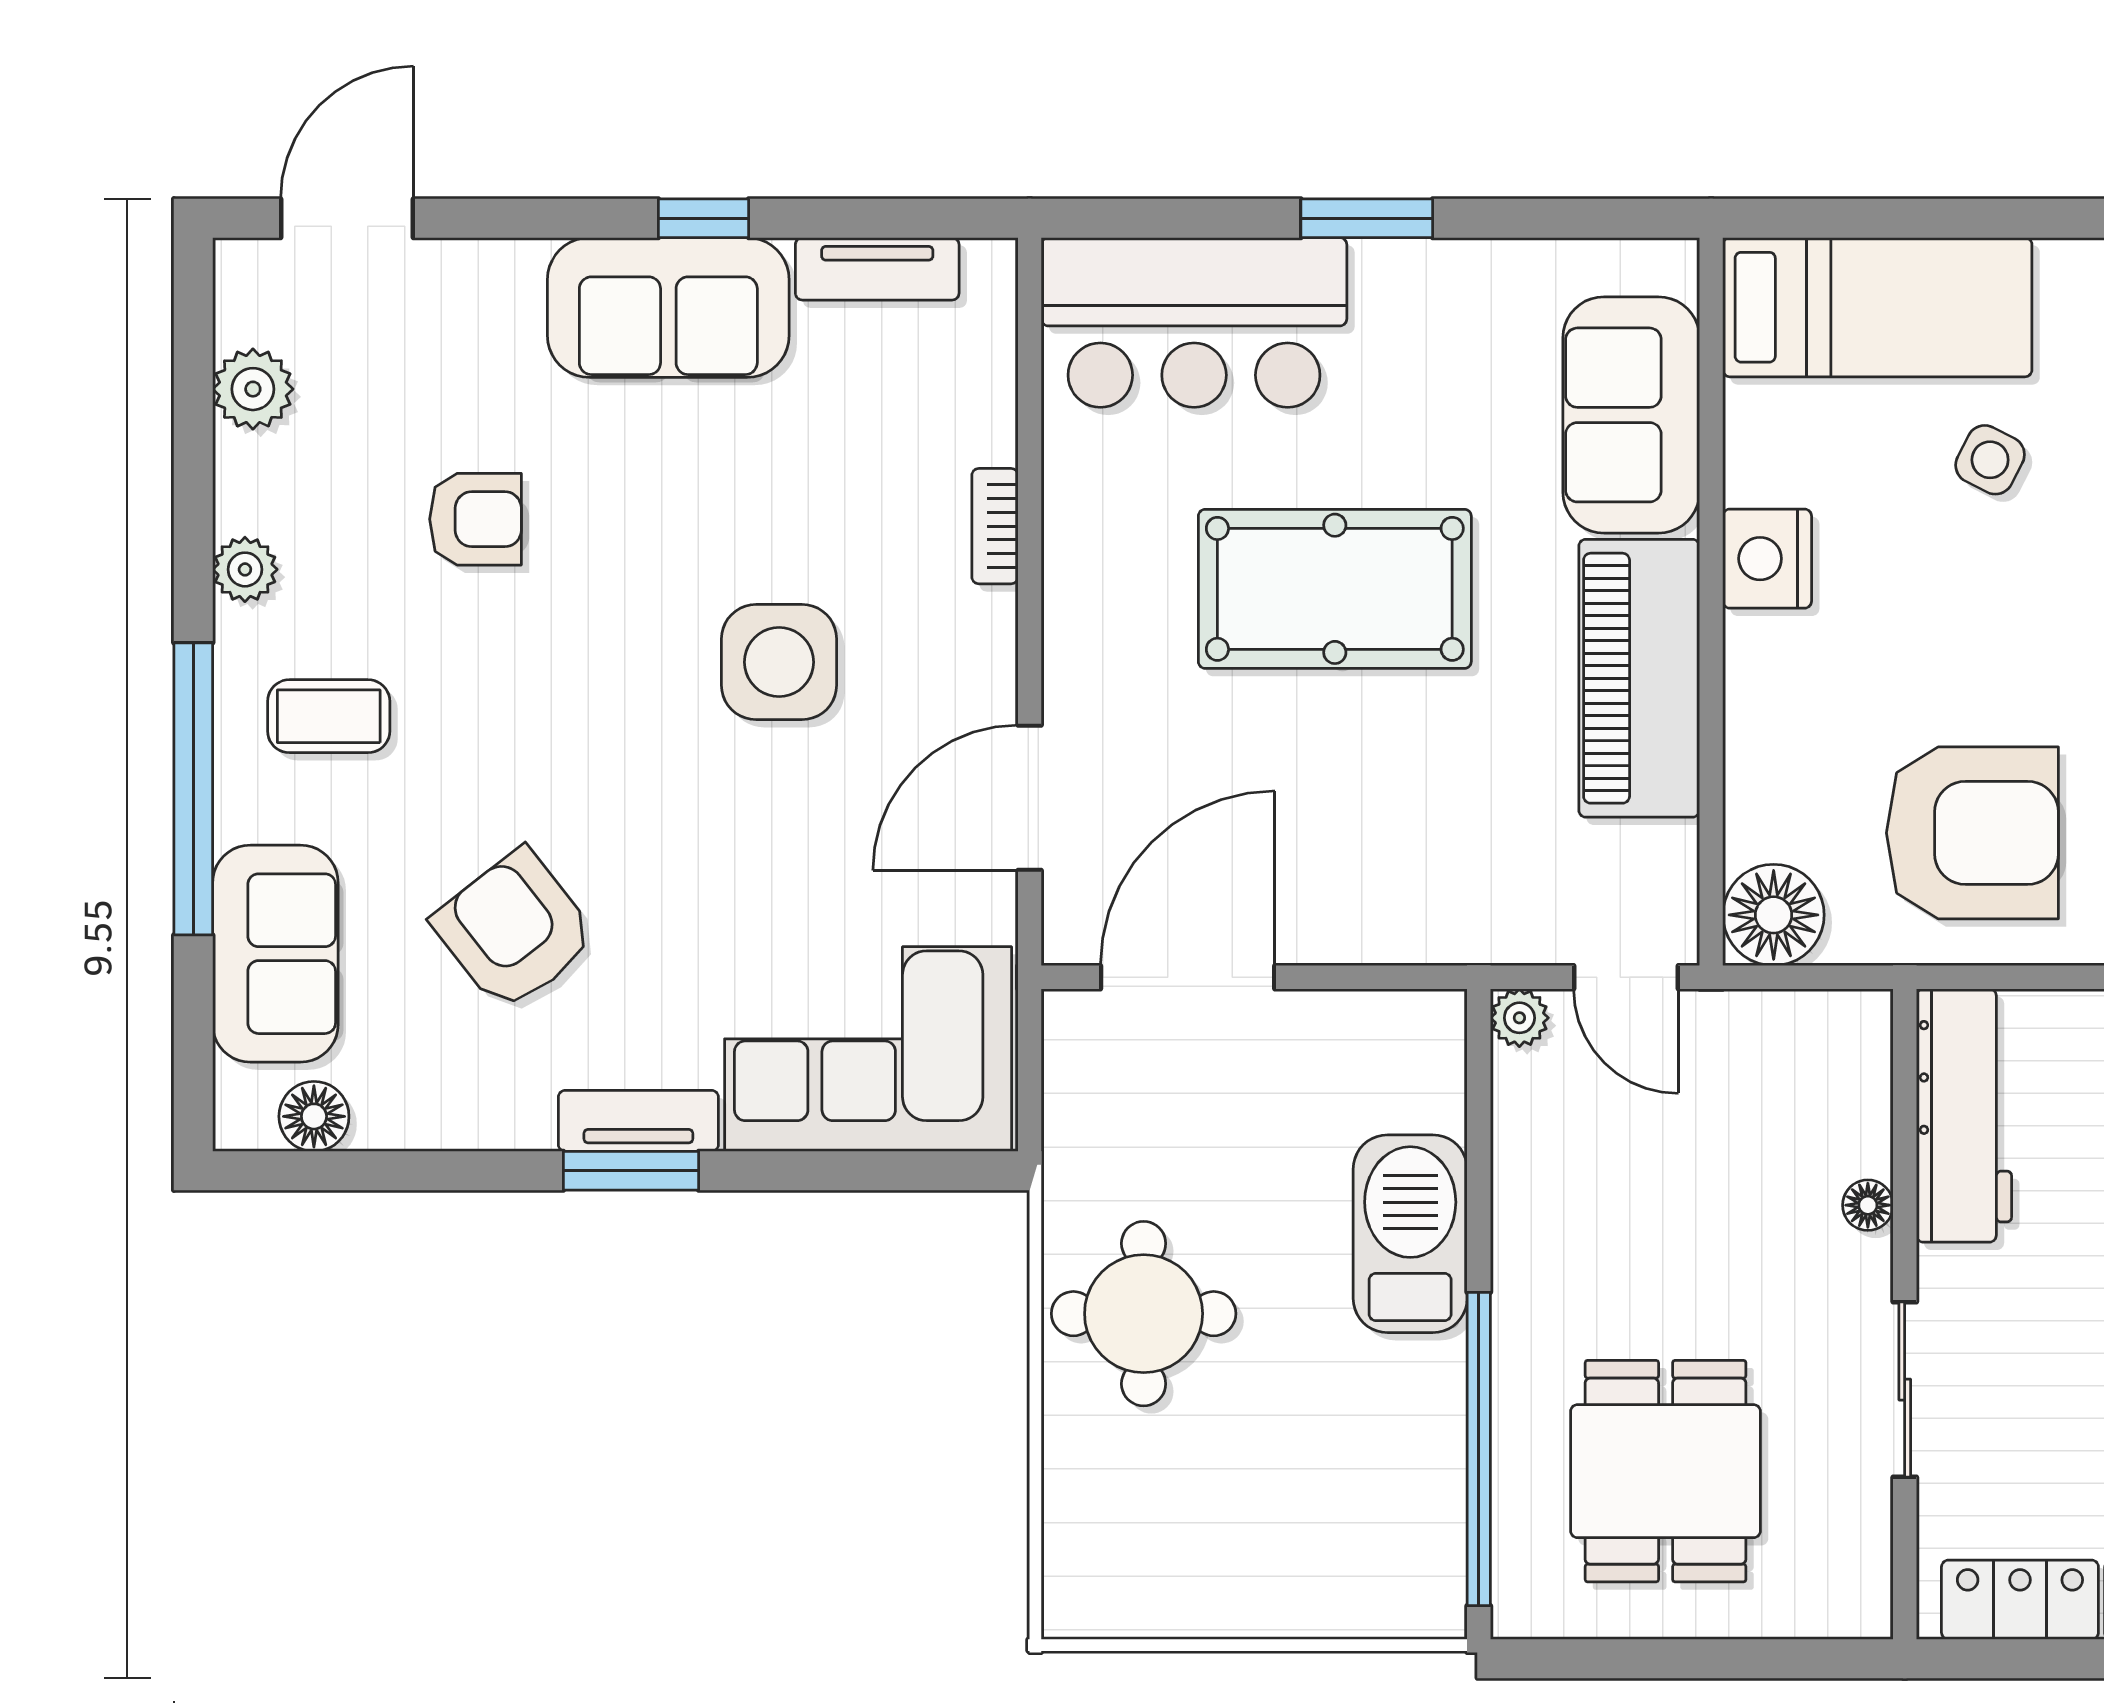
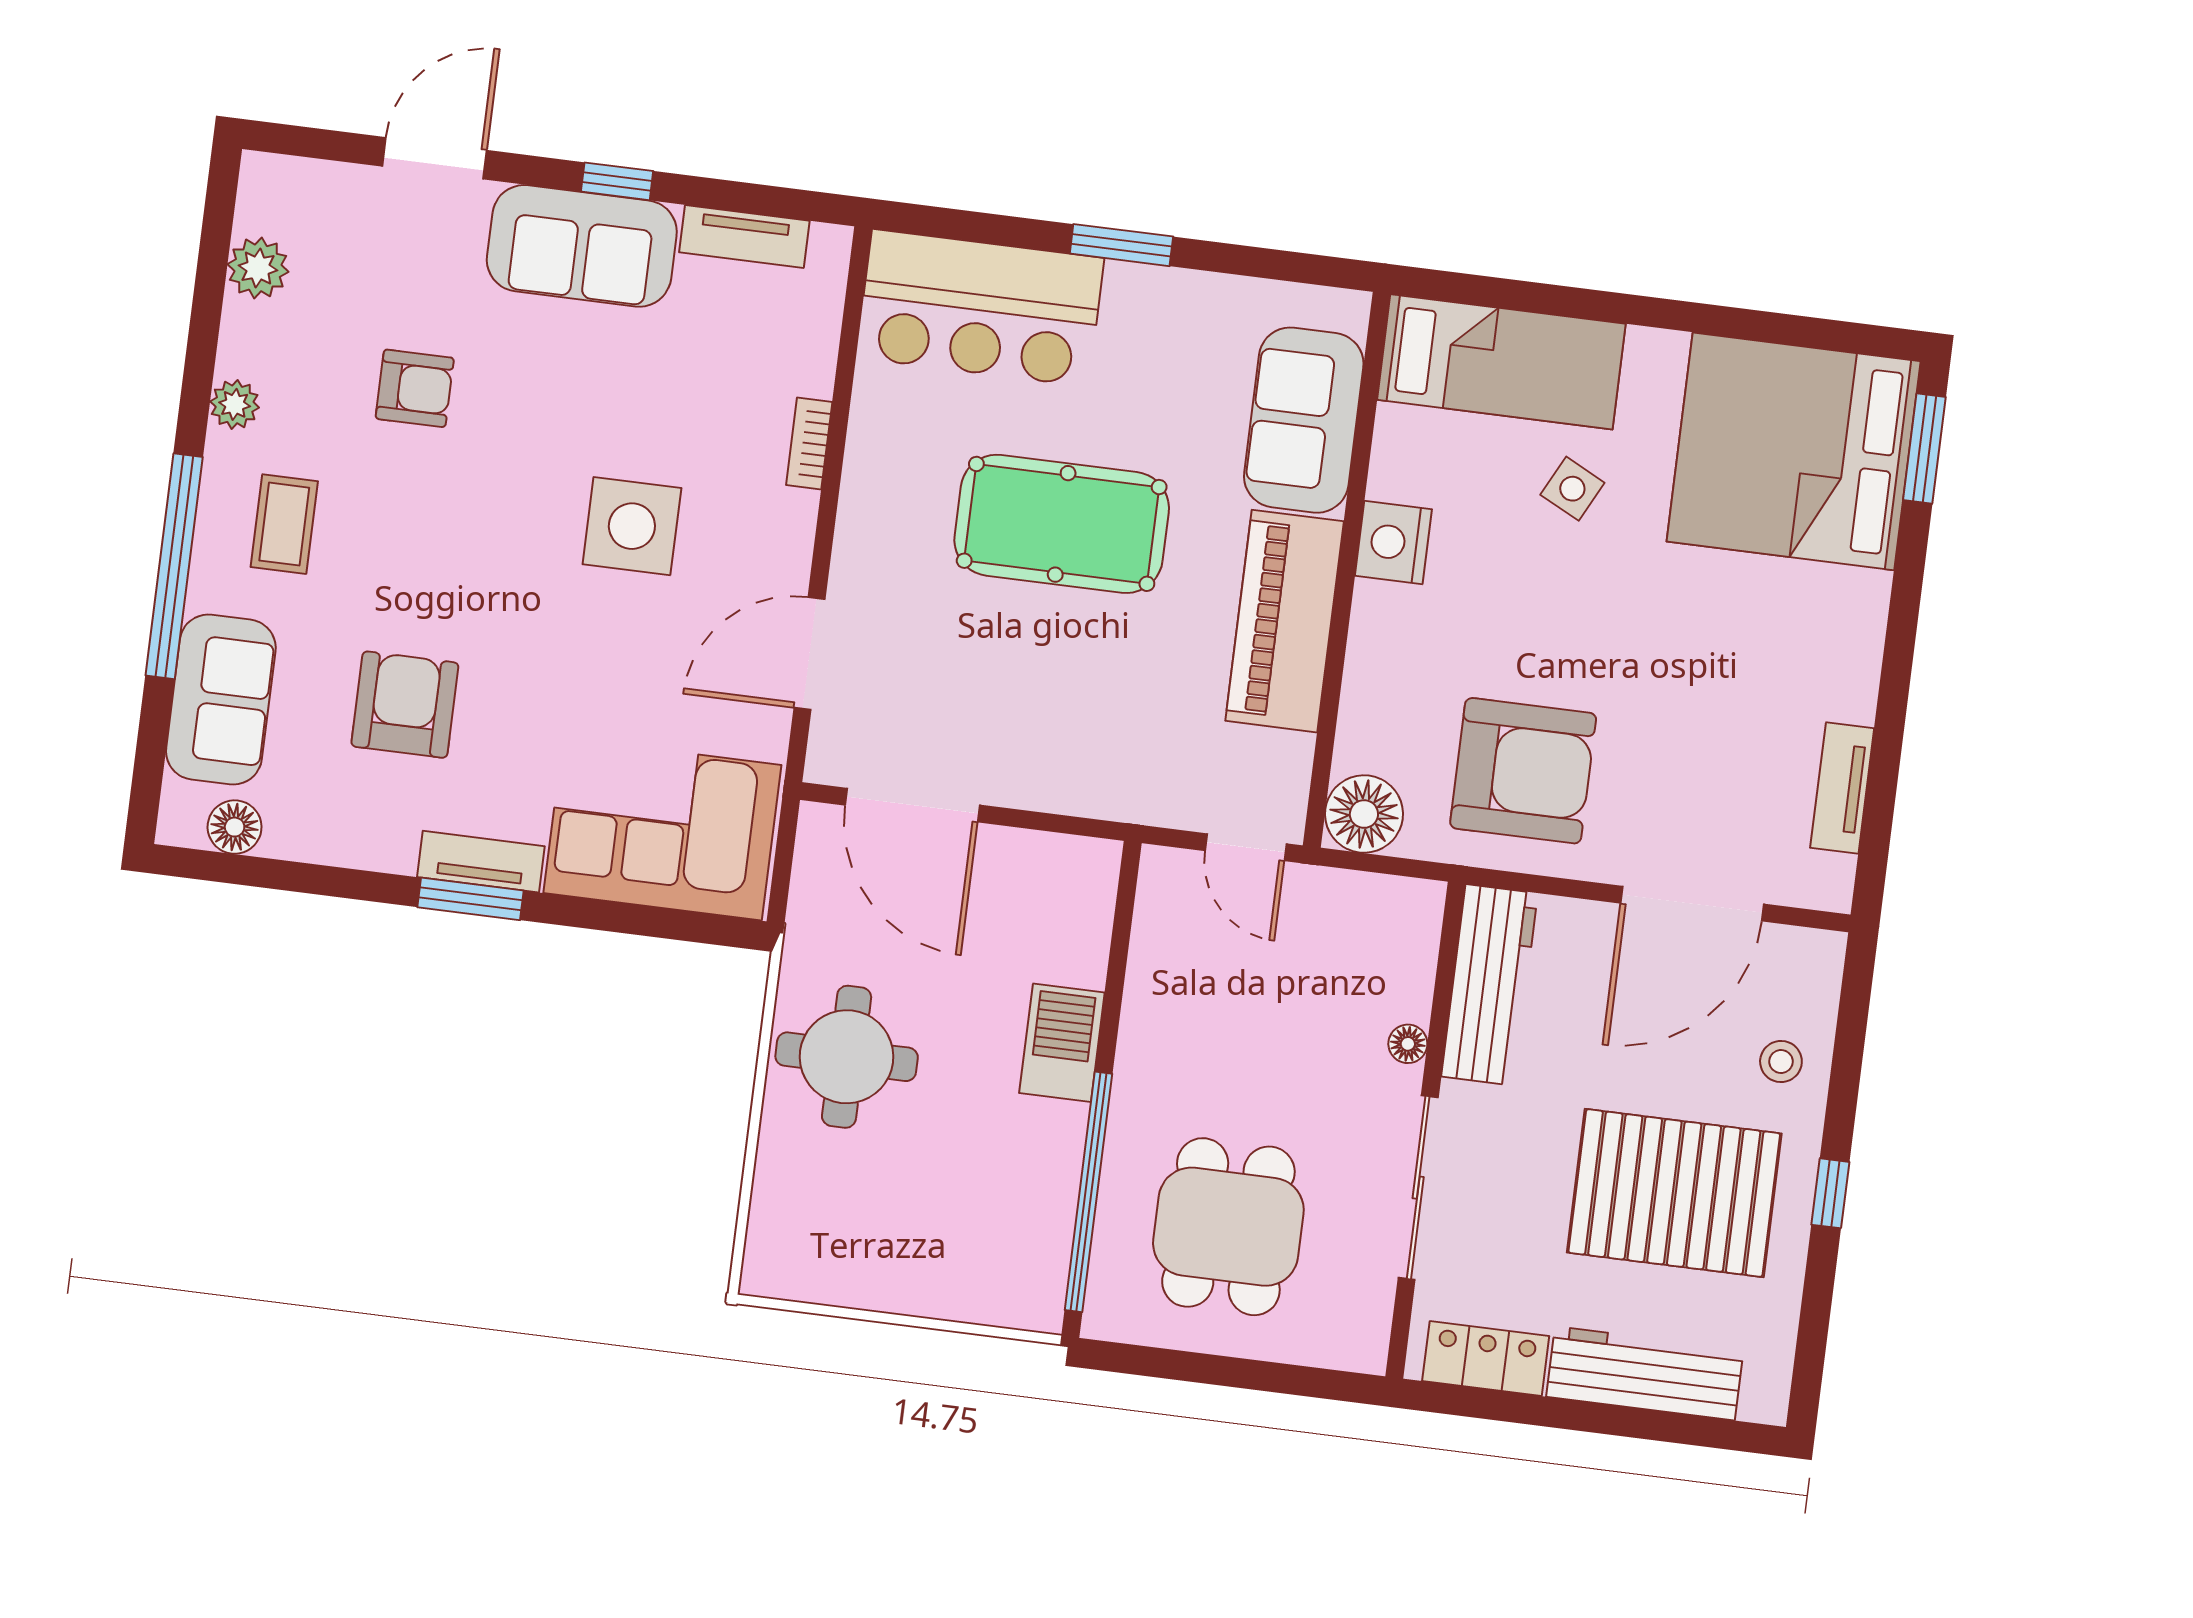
door: (347, 218) -> (435, 158), moved
coffee table: (329, 716) -> (284, 524), turned 90
armchair: (514, 930) -> (405, 705), turned 38
door: (1188, 977) -> (912, 805), swing flipped
plant: (1519, 1018) -> (1161, 868), removed
barbecue: (1410, 1234) -> (1062, 1043), width x0.73, depth x0.83
sliding door: (1905, 1390) -> (1418, 1188), width x1.37

